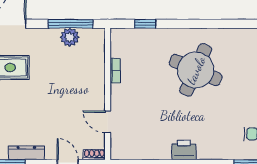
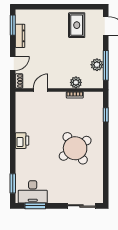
plant: (96, 69) -> (76, 82), added
round table: (196, 70) -> (75, 148), turned 32

